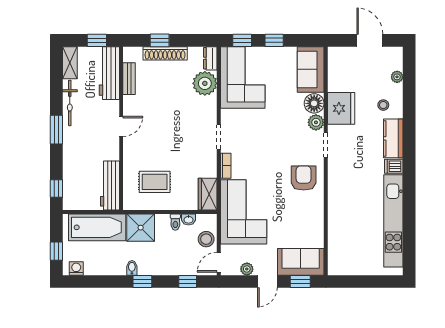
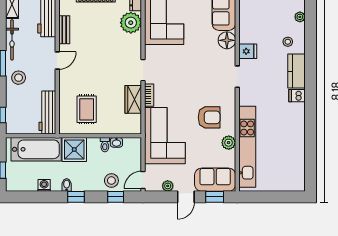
bench: (129, 79) -> (64, 30), moved
fridge: (341, 108) -> (248, 51), width x0.53, depth x0.75
plant: (316, 122) -> (229, 143), moved
stool: (77, 146) -> (19, 78), added
armchair: (304, 178) -> (209, 117), moved, turned 90
rug: (155, 182) -> (87, 109), turned 90
wardrobe: (208, 194) -> (133, 99), moved
kitchen unit: (393, 221) -> (247, 147), moved, turned 180
stool: (206, 239) -> (111, 181), moved
washing machine: (76, 268) -> (44, 185), moved

